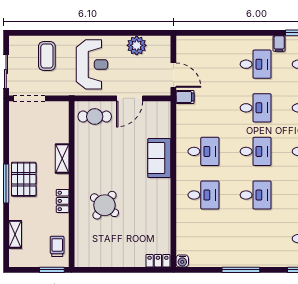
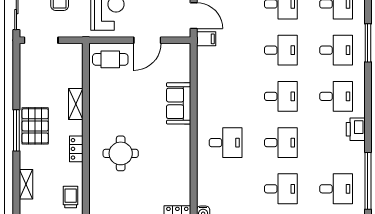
desk: (203, 151) -> (281, 189), moved
round table: (104, 205) -> (121, 153), turned -37

